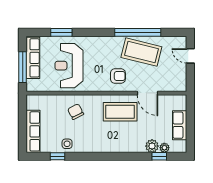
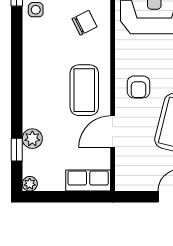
row of seats: (180, 125) -> (88, 181), moved
plant: (164, 148) -> (30, 184), moved

